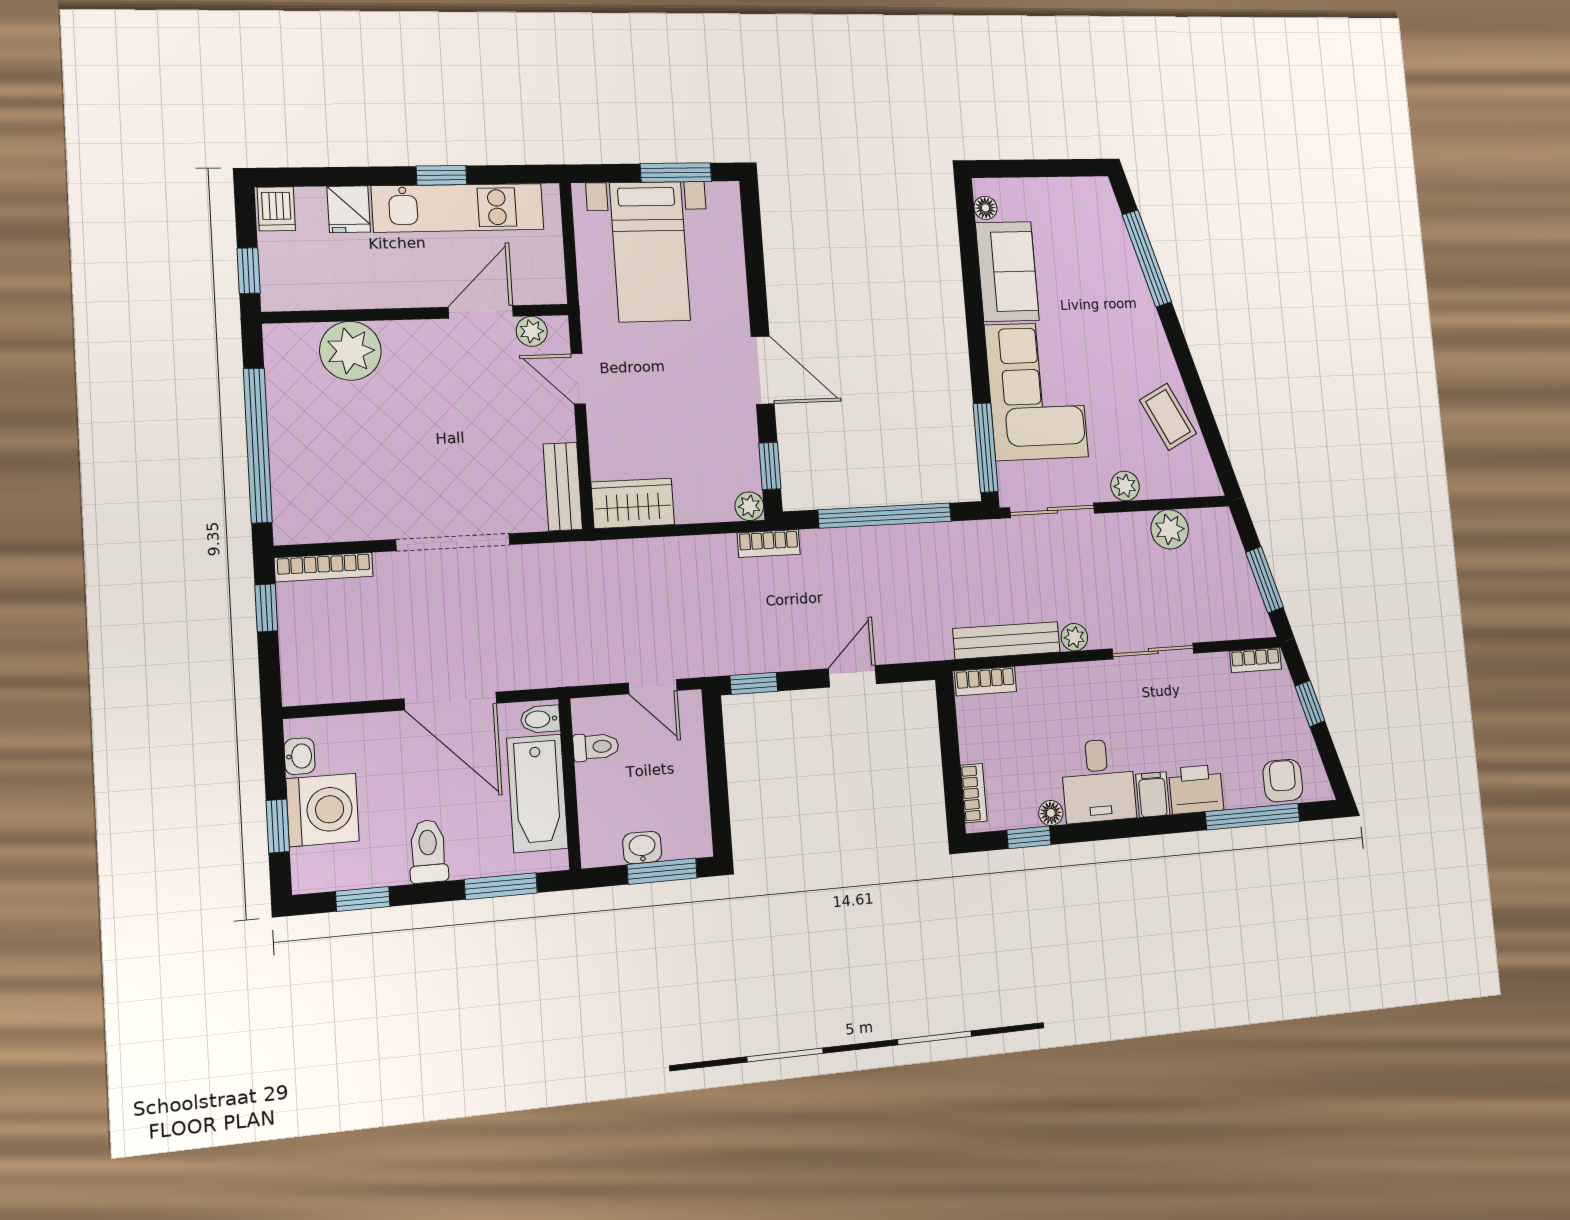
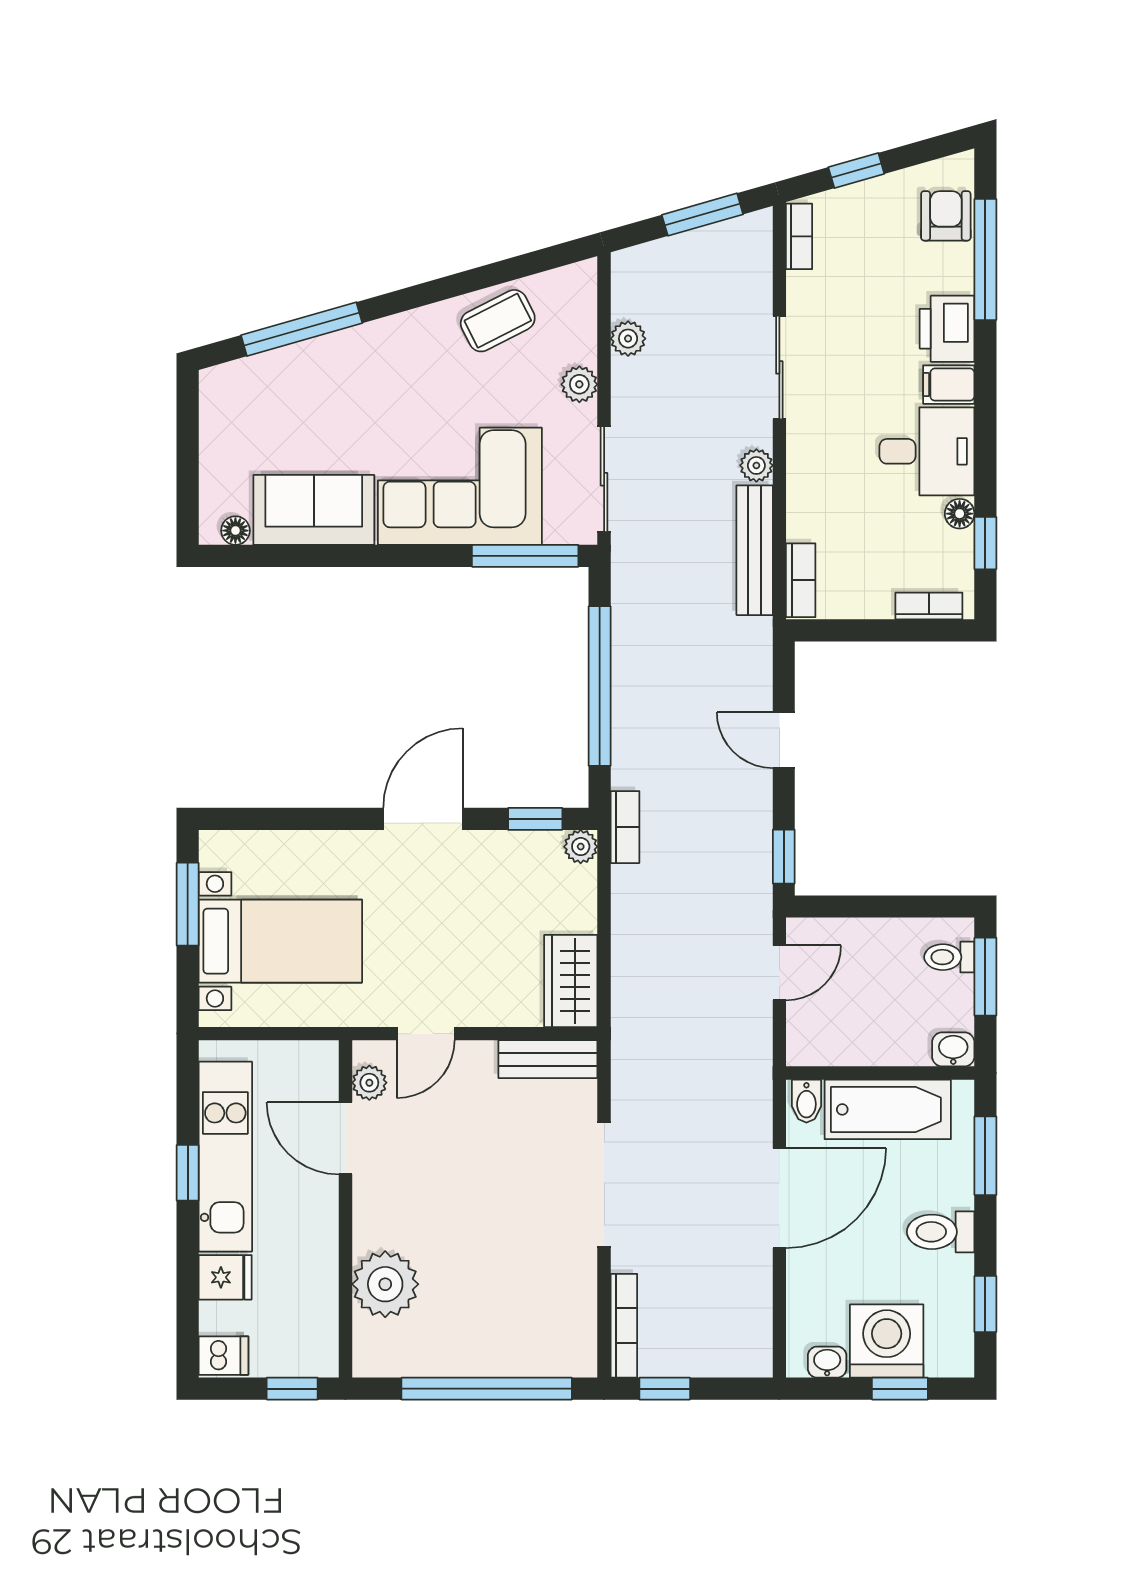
plant: (1170, 529) -> (628, 339), width x0.73, depth x0.73
toilet: (596, 747) -> (949, 957), moved, turned -90
armchair: (1283, 781) -> (946, 216), turned 90
washbasin: (642, 848) -> (953, 1049), moved, turned 90

